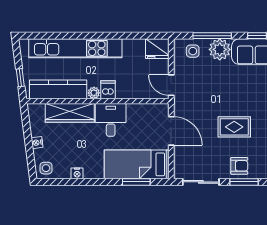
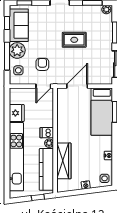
fridge: (157, 49) -> (17, 113), moved
desk: (111, 120) -> (69, 131), removed
rug: (234, 127) -> (74, 40), turned 90
armchair: (239, 166) -> (42, 64), moved

